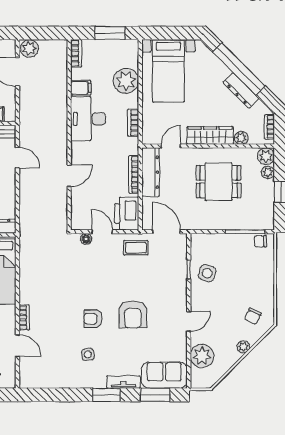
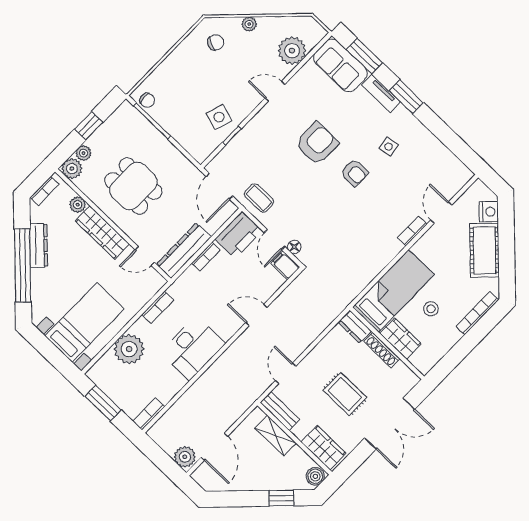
filing cabinet: (81, 88) -> (285, 265), moved
bookcase: (134, 174) -> (206, 257), width x0.64

